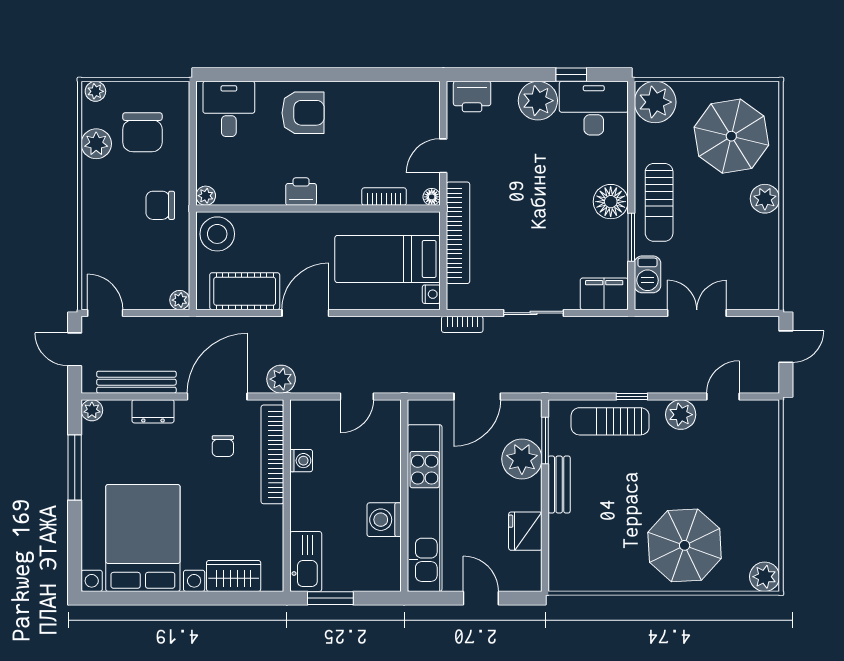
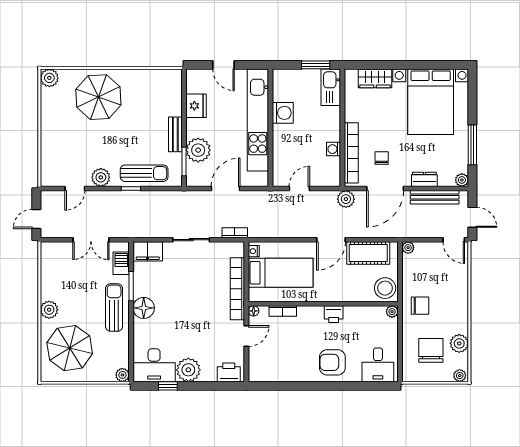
plant: (655, 102) -> (122, 375), width x0.53, depth x0.53

